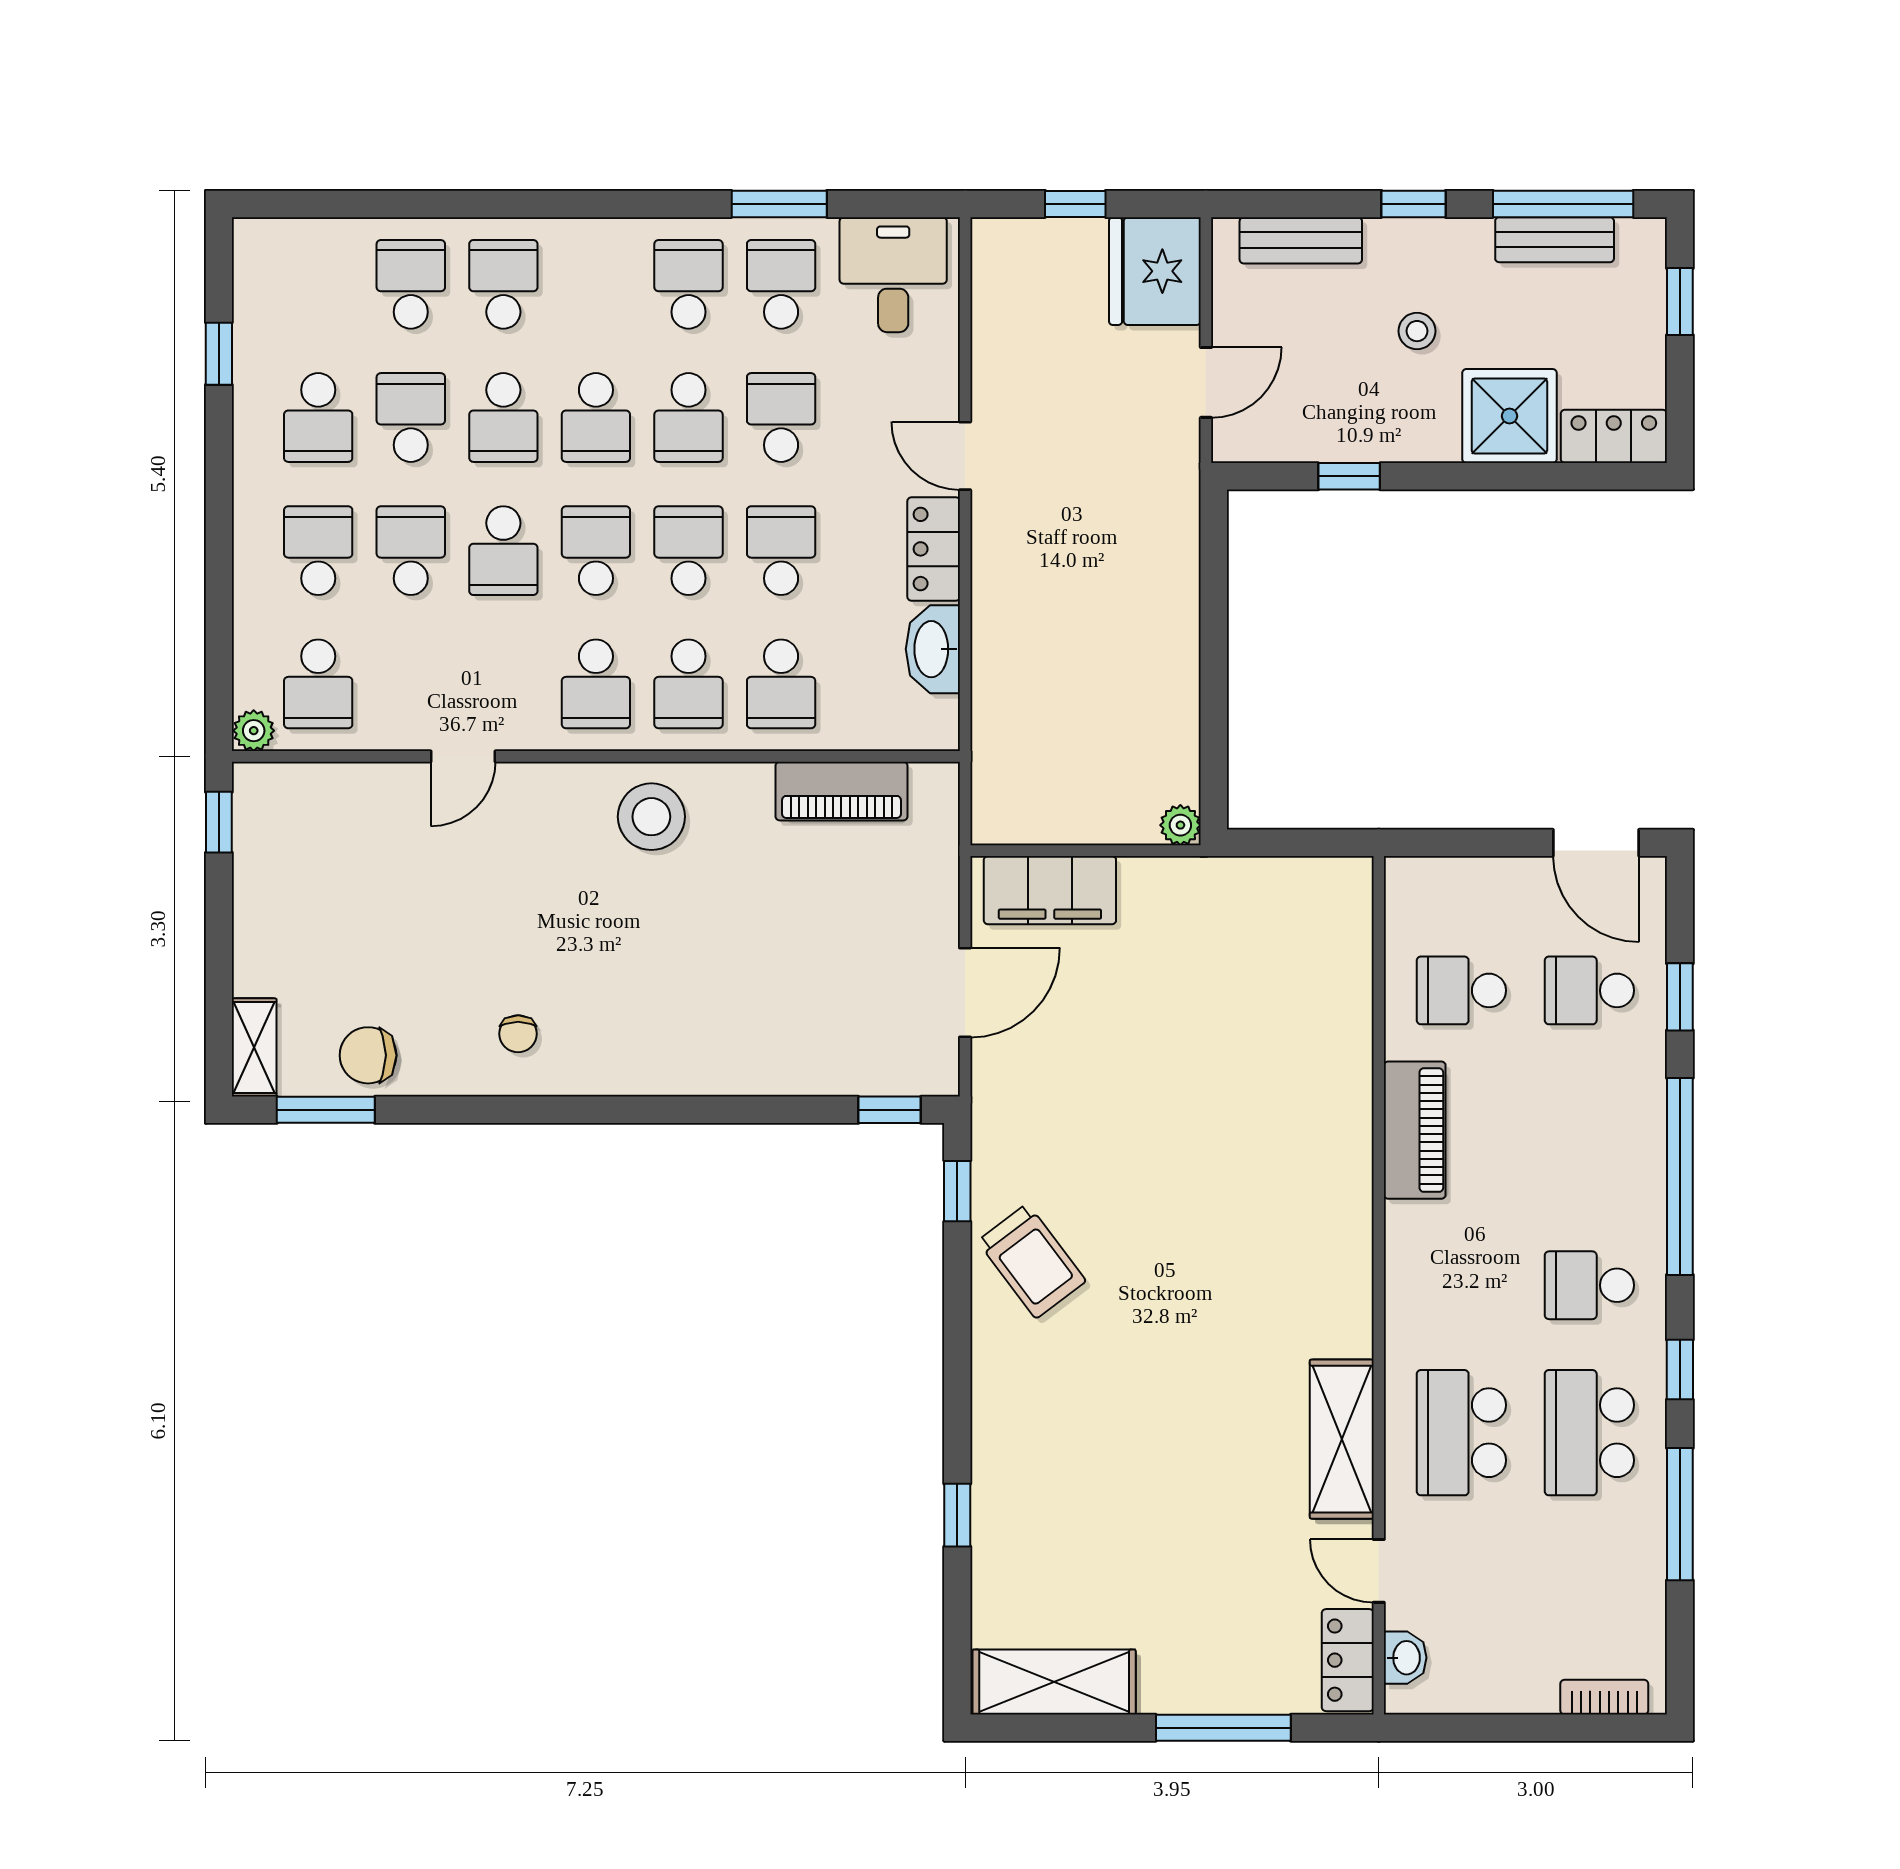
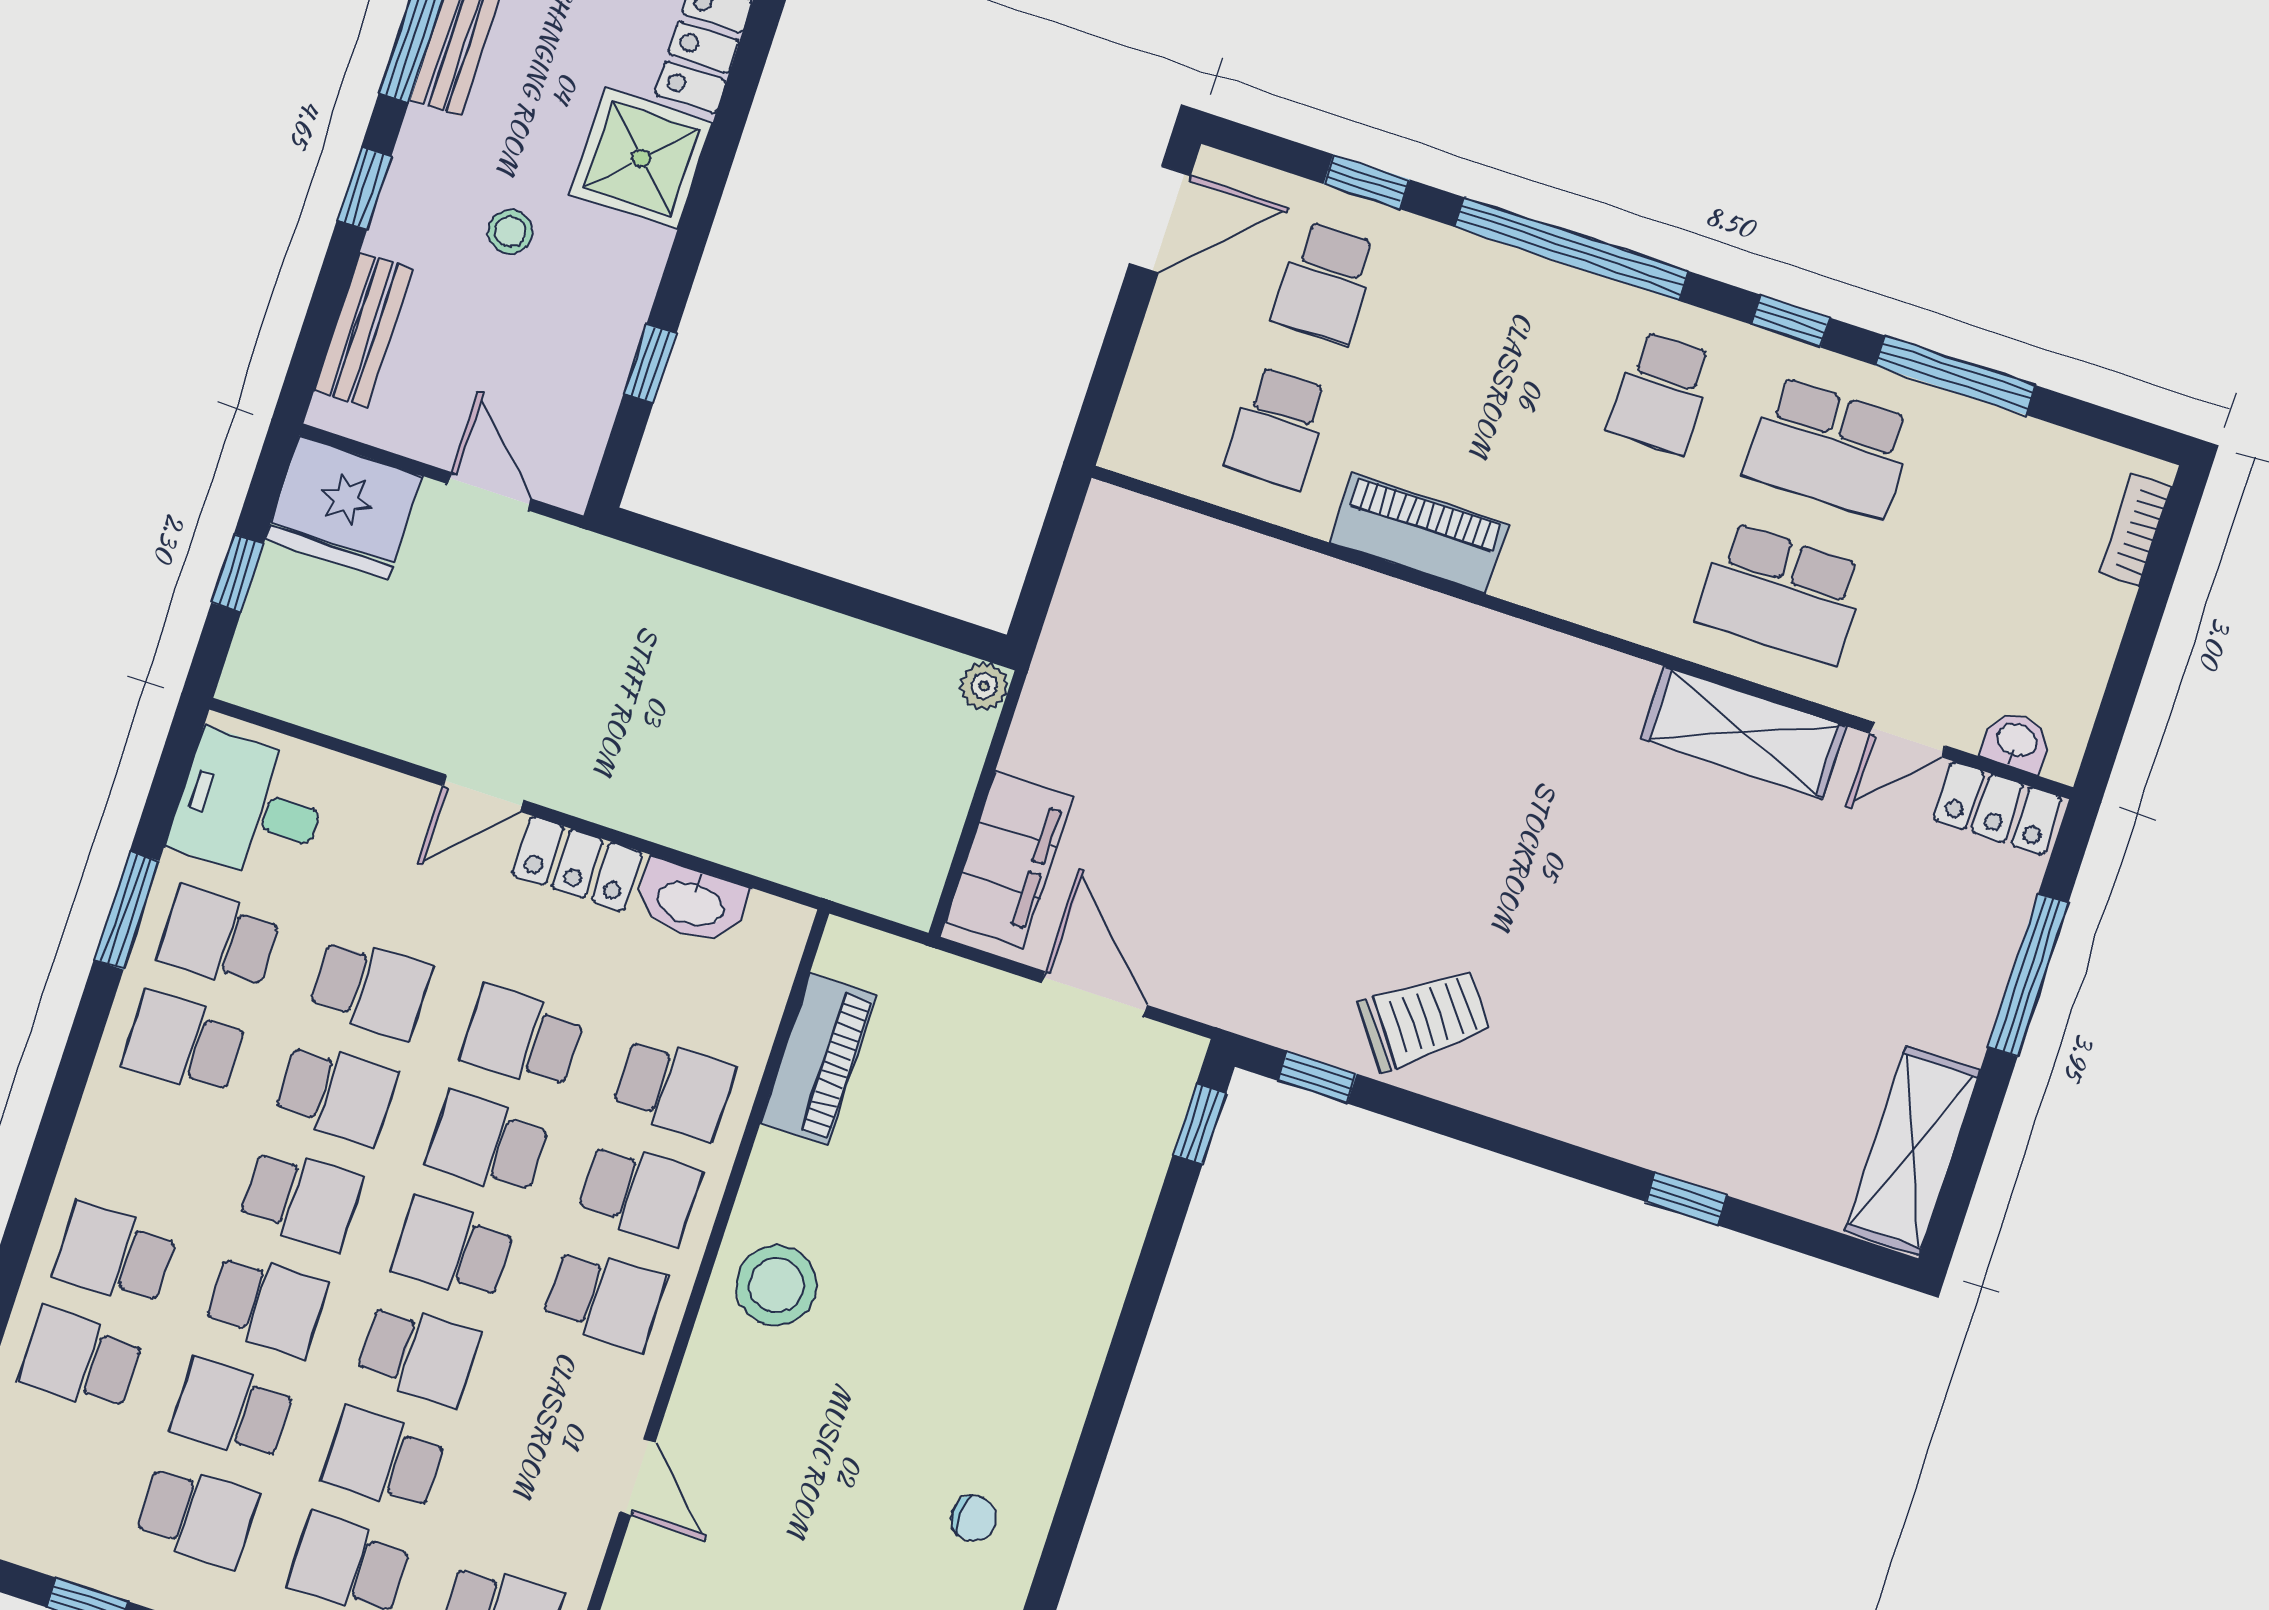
school desk: (781, 417) -> (371, 988), turned 180

